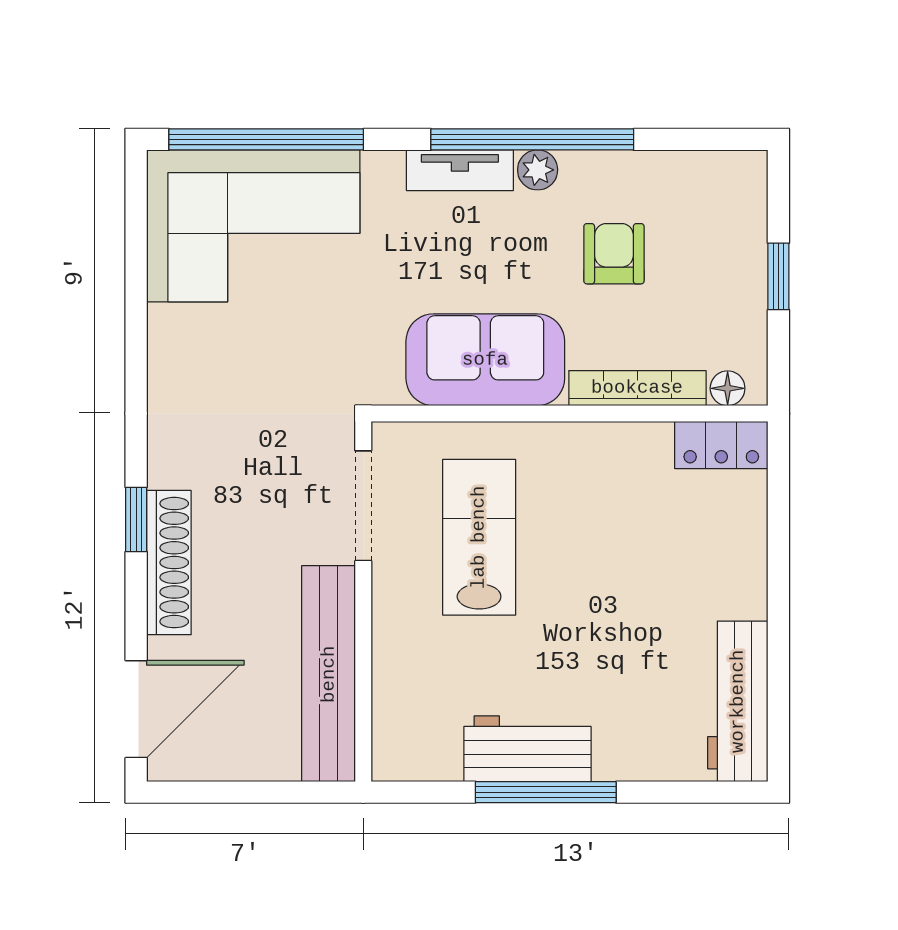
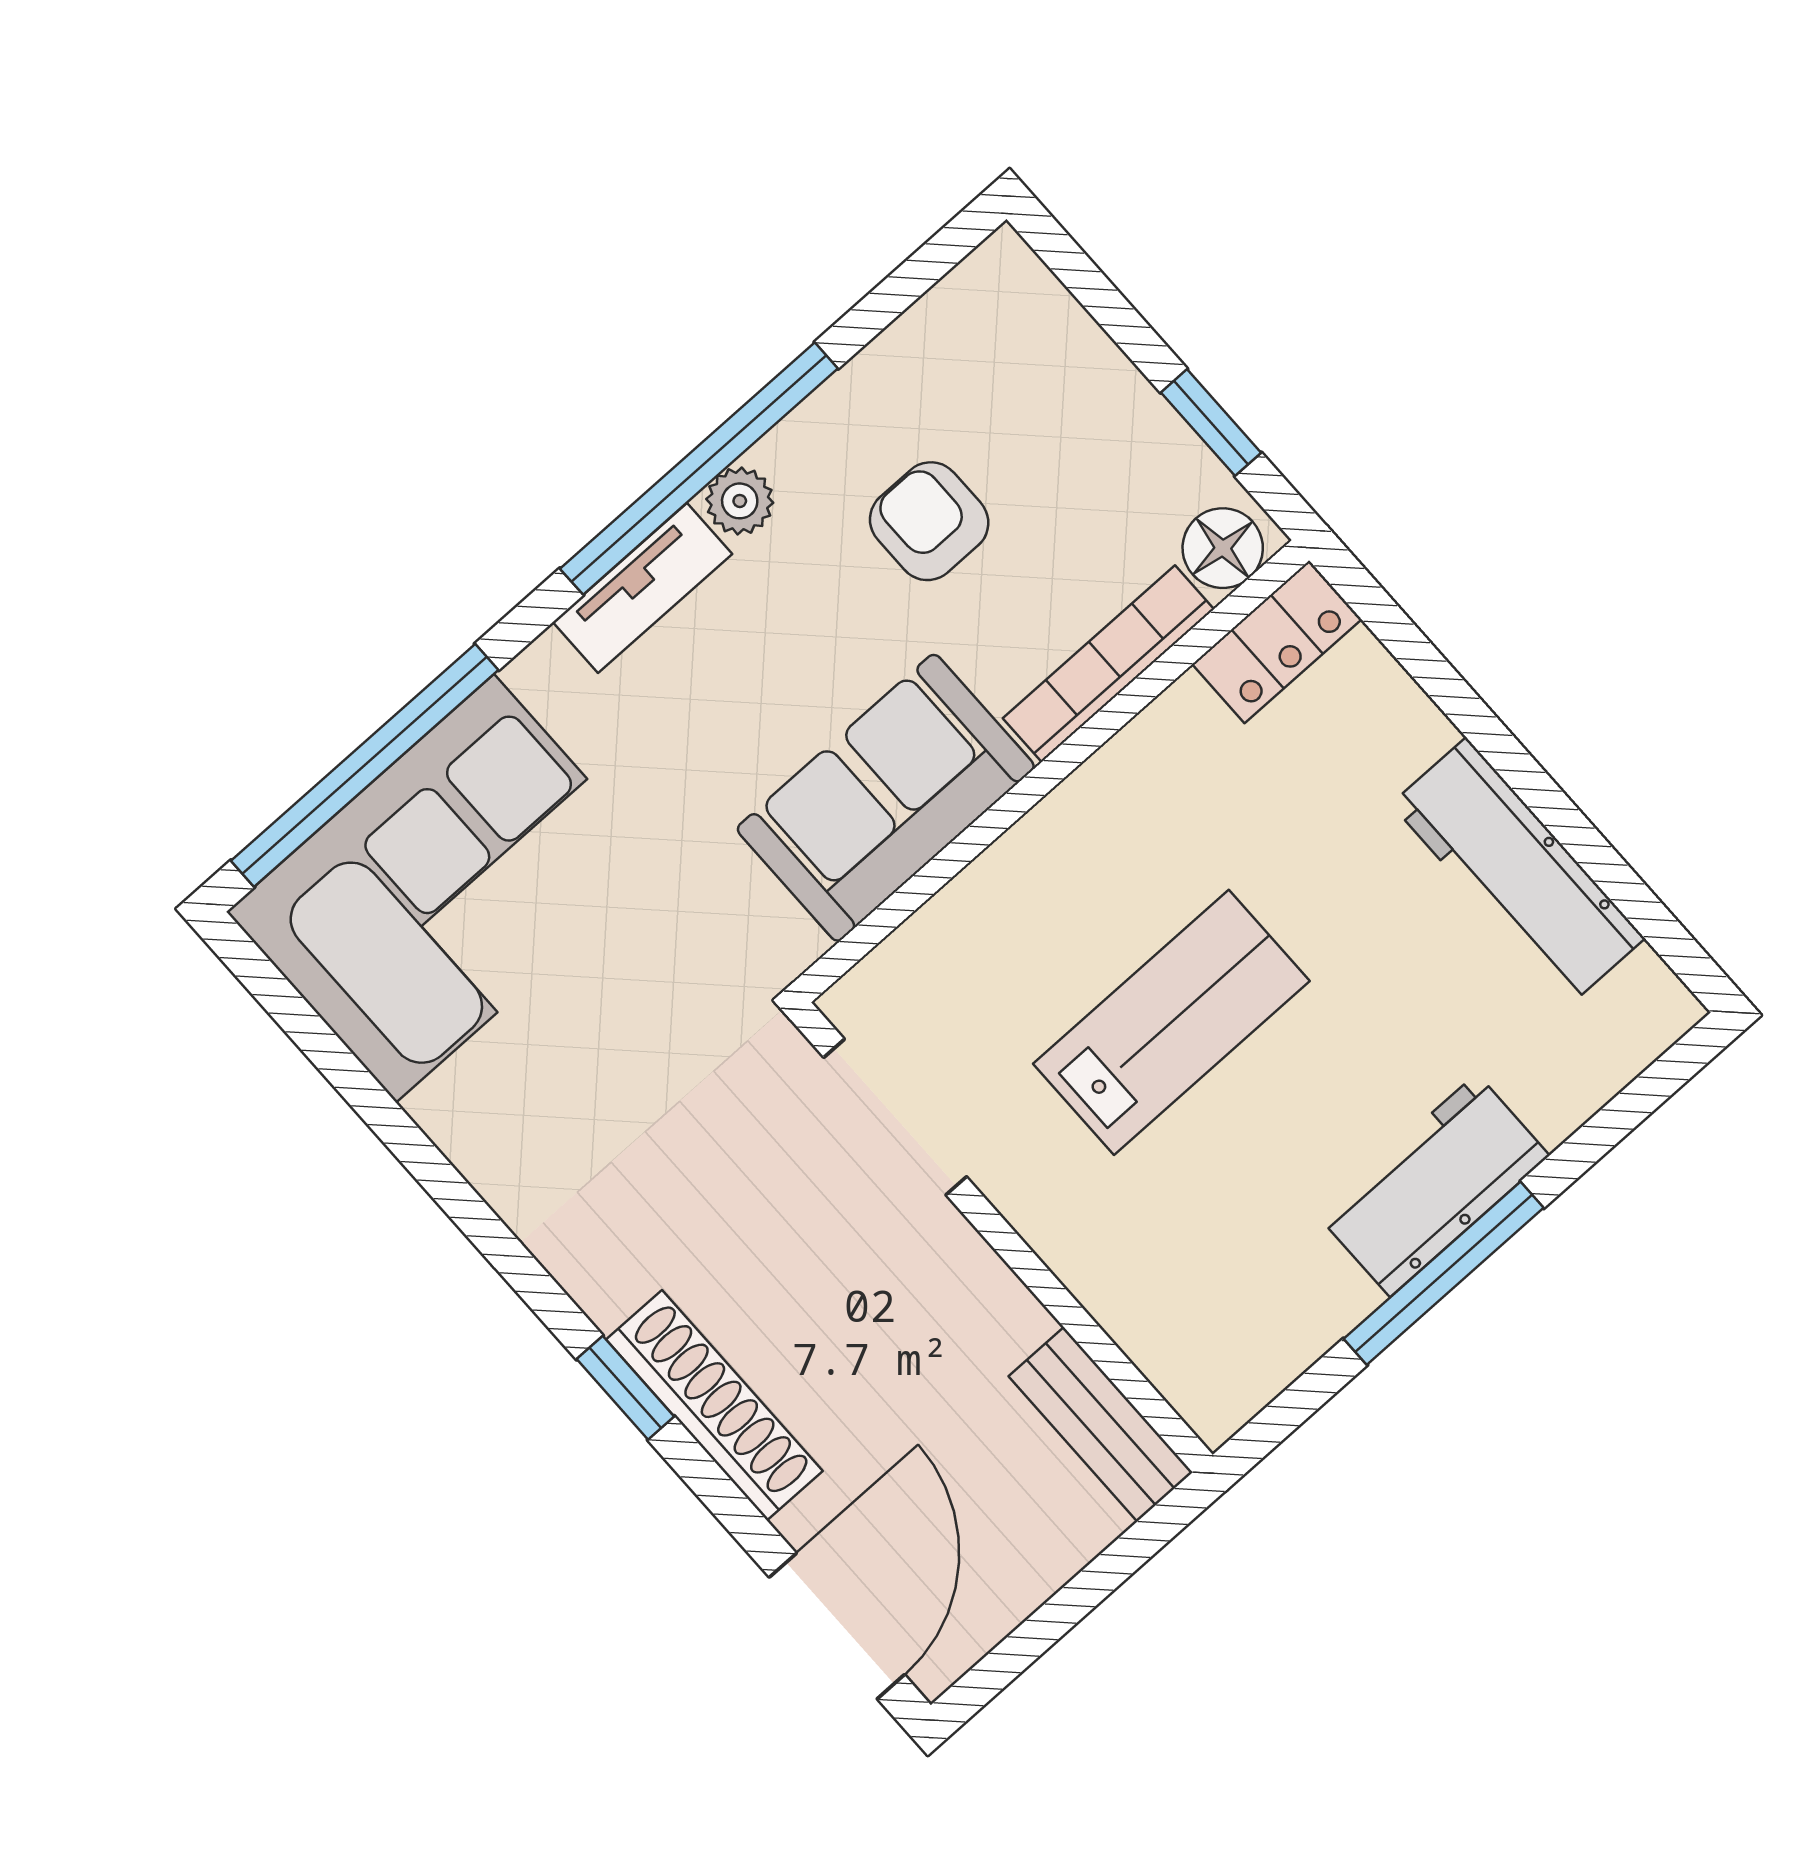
window: (778, 276) -> (1211, 423), moved
floor lamp: (728, 388) -> (1223, 548), width x1.37, depth x1.37
lab bench: (479, 537) -> (1171, 1022), moved, turned 90
bench: (329, 674) -> (1101, 1424), width x0.54, depth x0.82
workbench: (738, 701) -> (1518, 871), moved
workbench: (527, 749) -> (1433, 1185), moved

